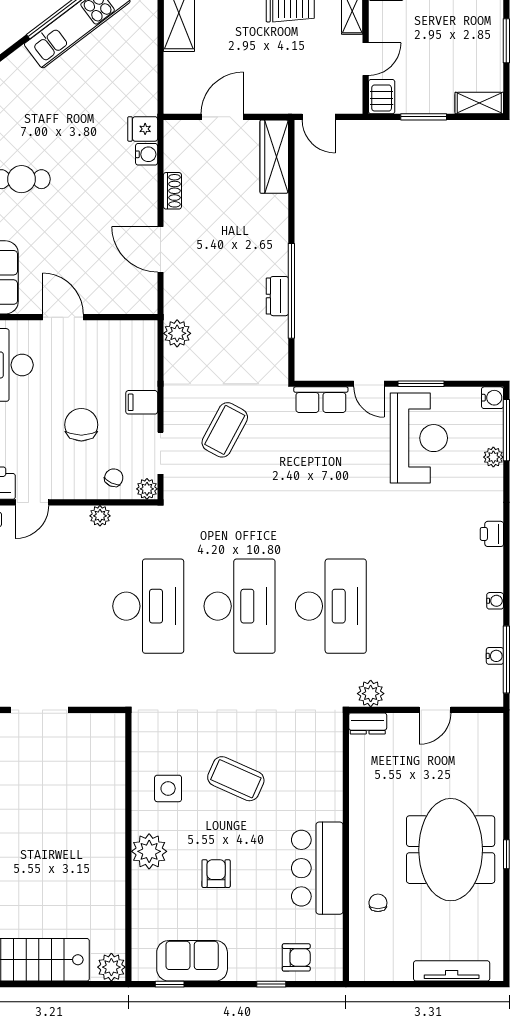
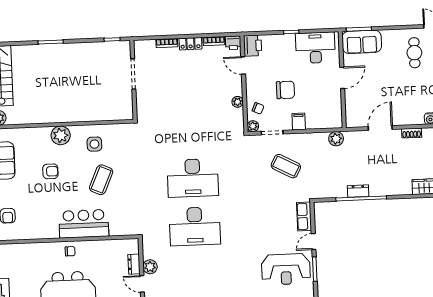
desk: (148, 606) -> (191, 129), removed
plant: (371, 694) -> (150, 267), moved
dresser: (368, 723) -> (134, 264), moved
bar counter: (317, 868) -> (84, 224), moved
chair: (378, 903) -> (70, 251), moved

